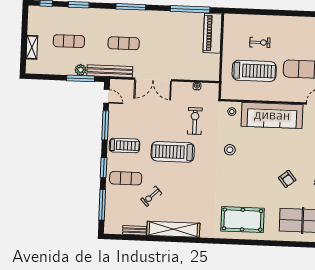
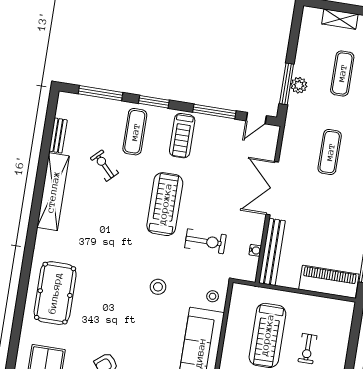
bench: (110, 71) -> (272, 252), moved

